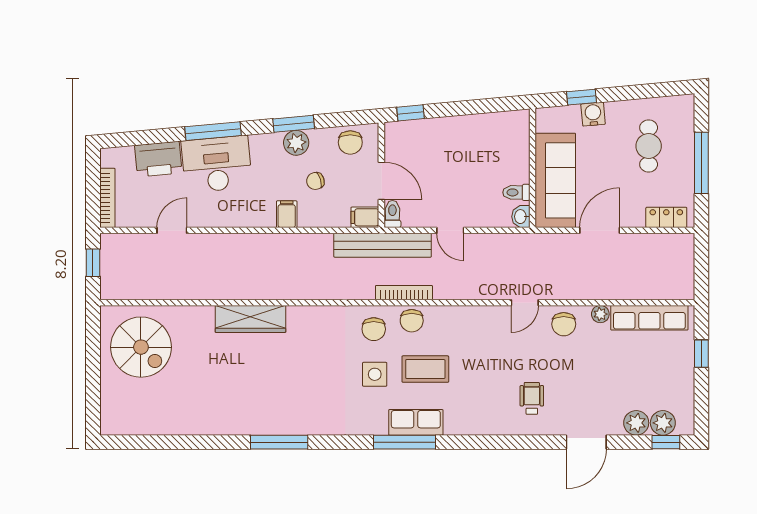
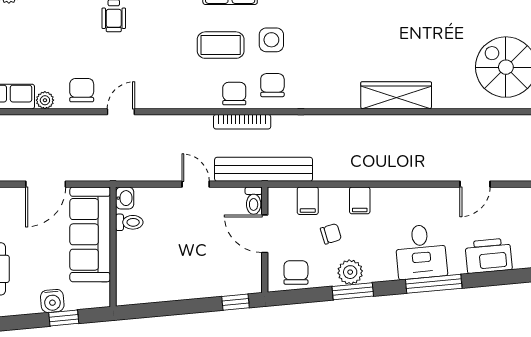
desk: (217, 164) -> (421, 252), width x0.73
filing cabinet: (365, 217) -> (308, 201), moved, turned 90

